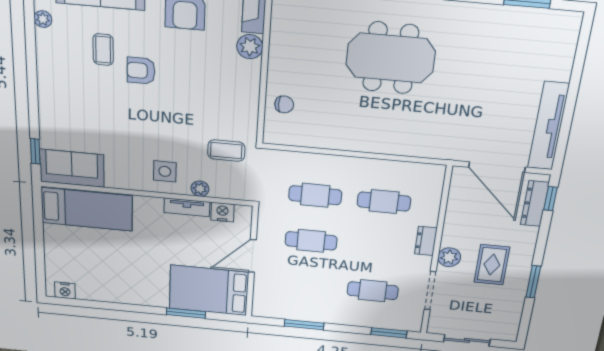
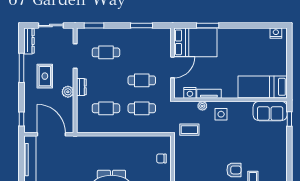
dresser: (535, 204) -> (29, 41), moved
plant: (449, 257) -> (68, 92), moved
window: (533, 282) -> (21, 68), width x1.44

